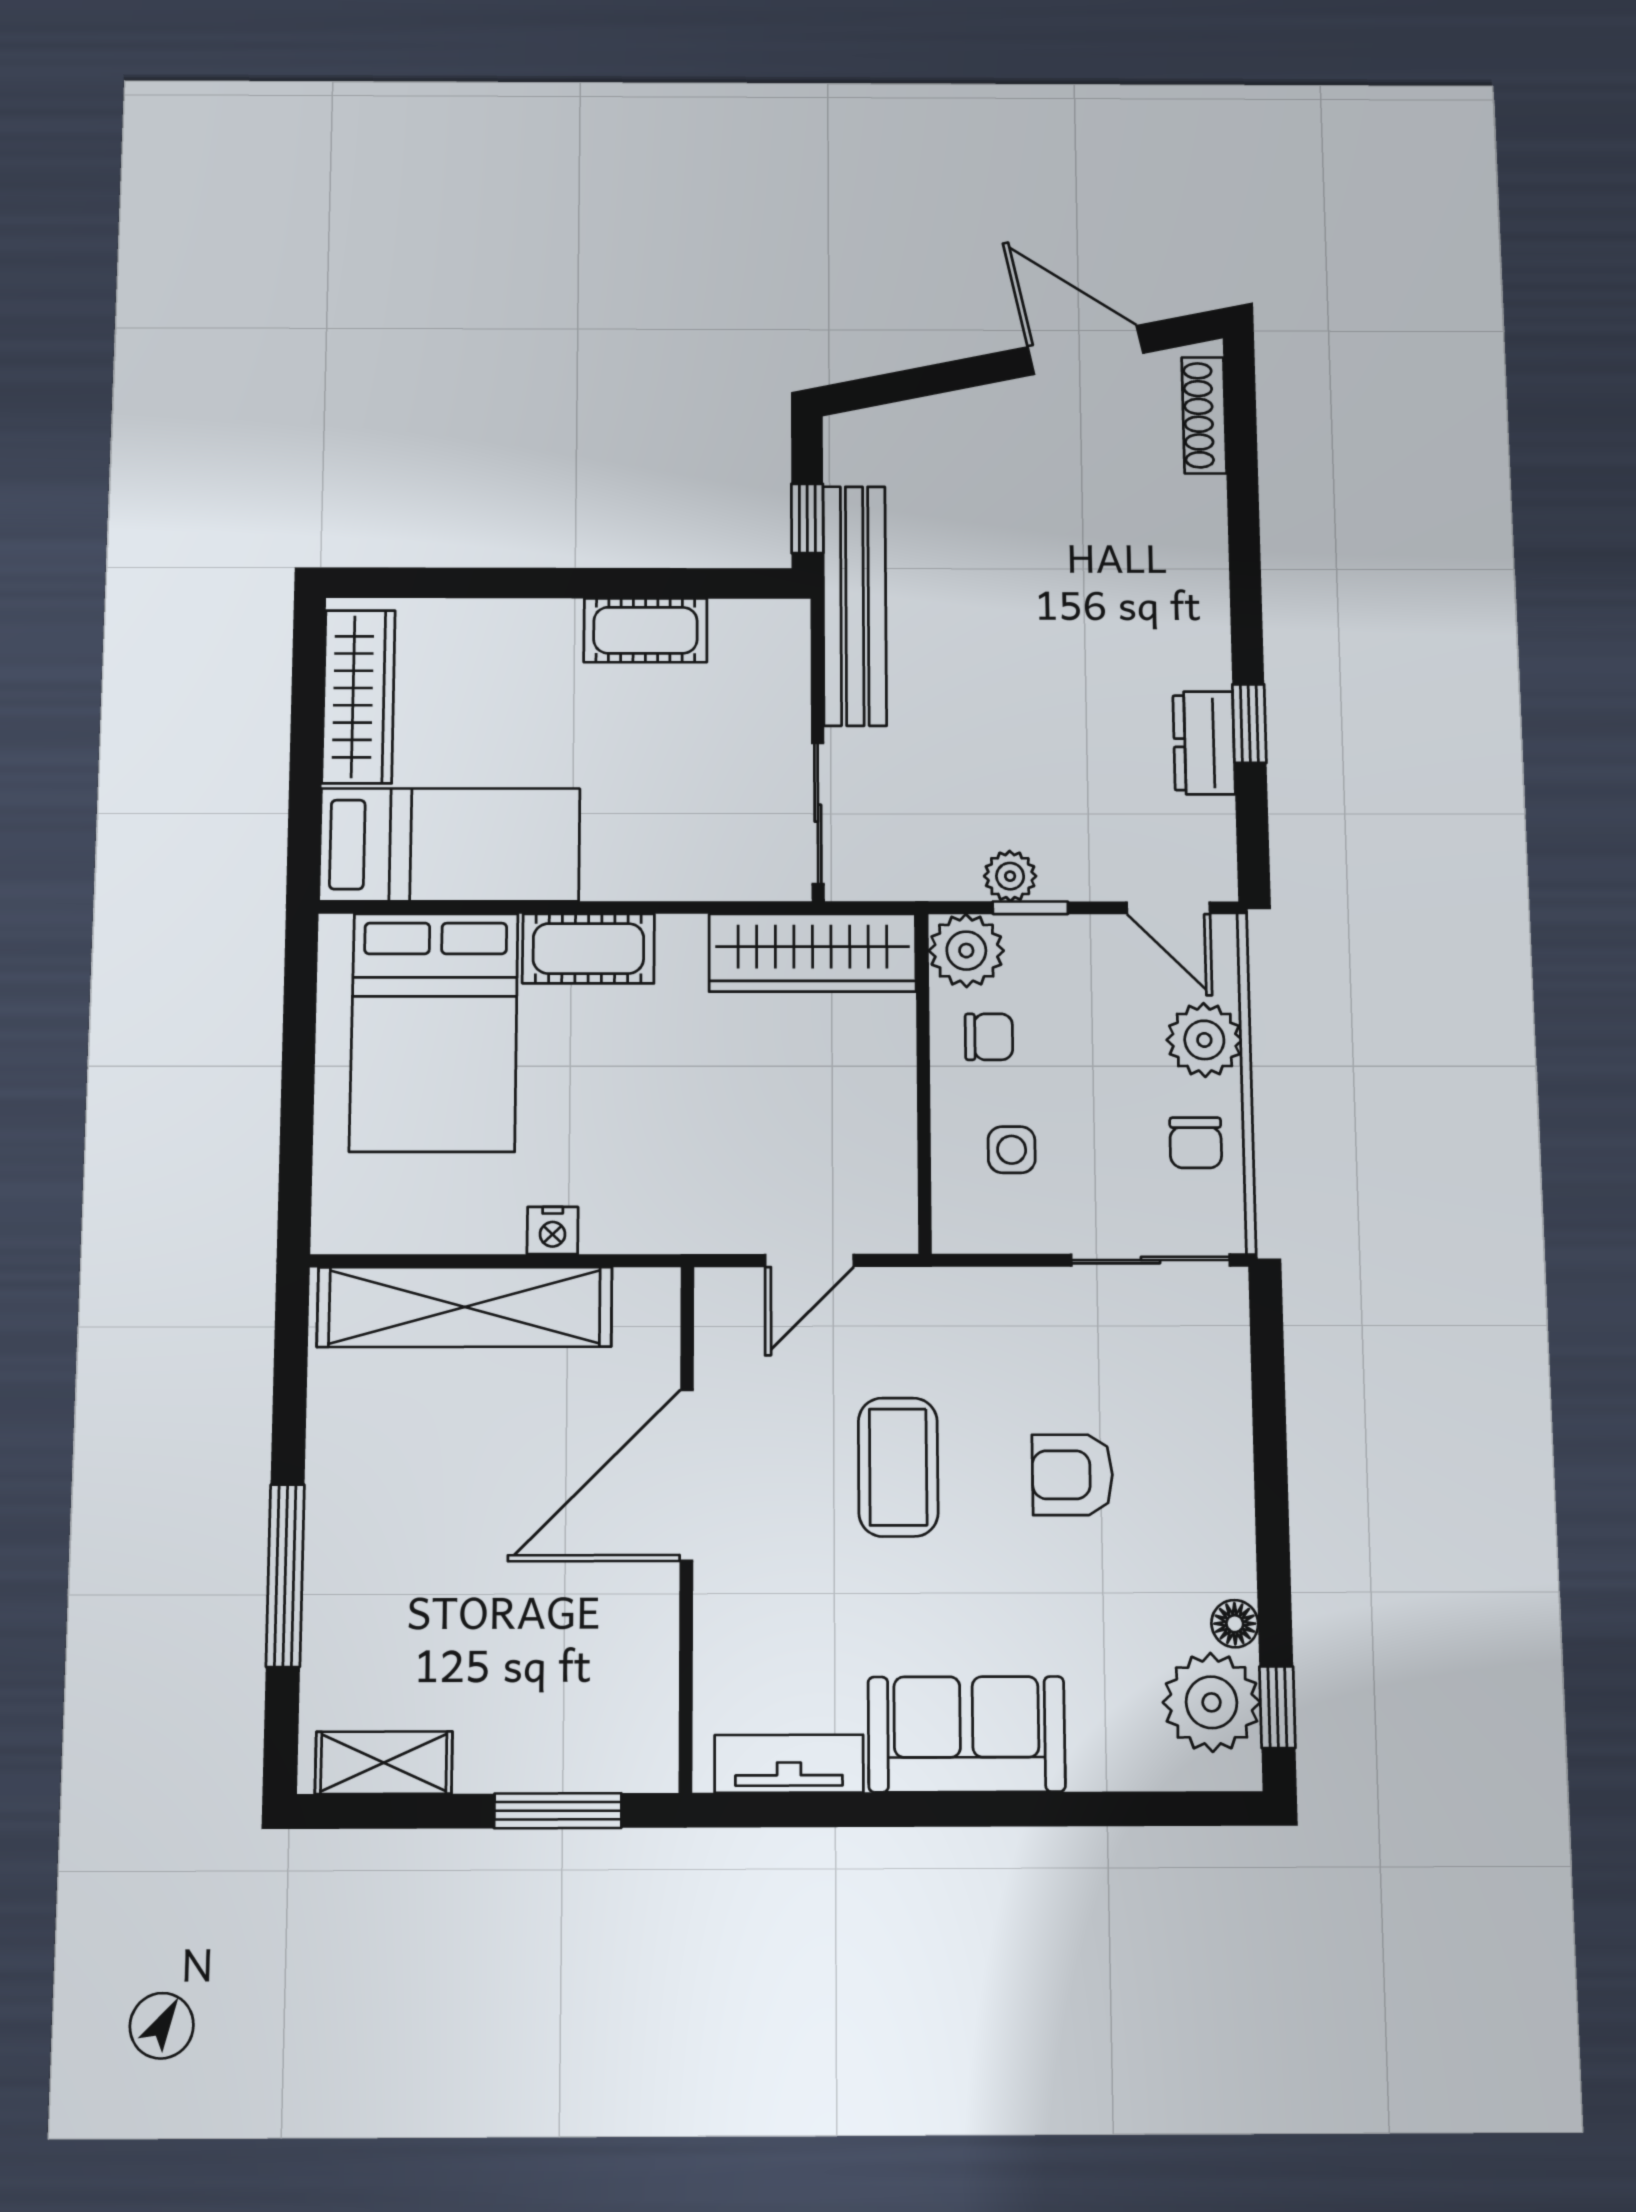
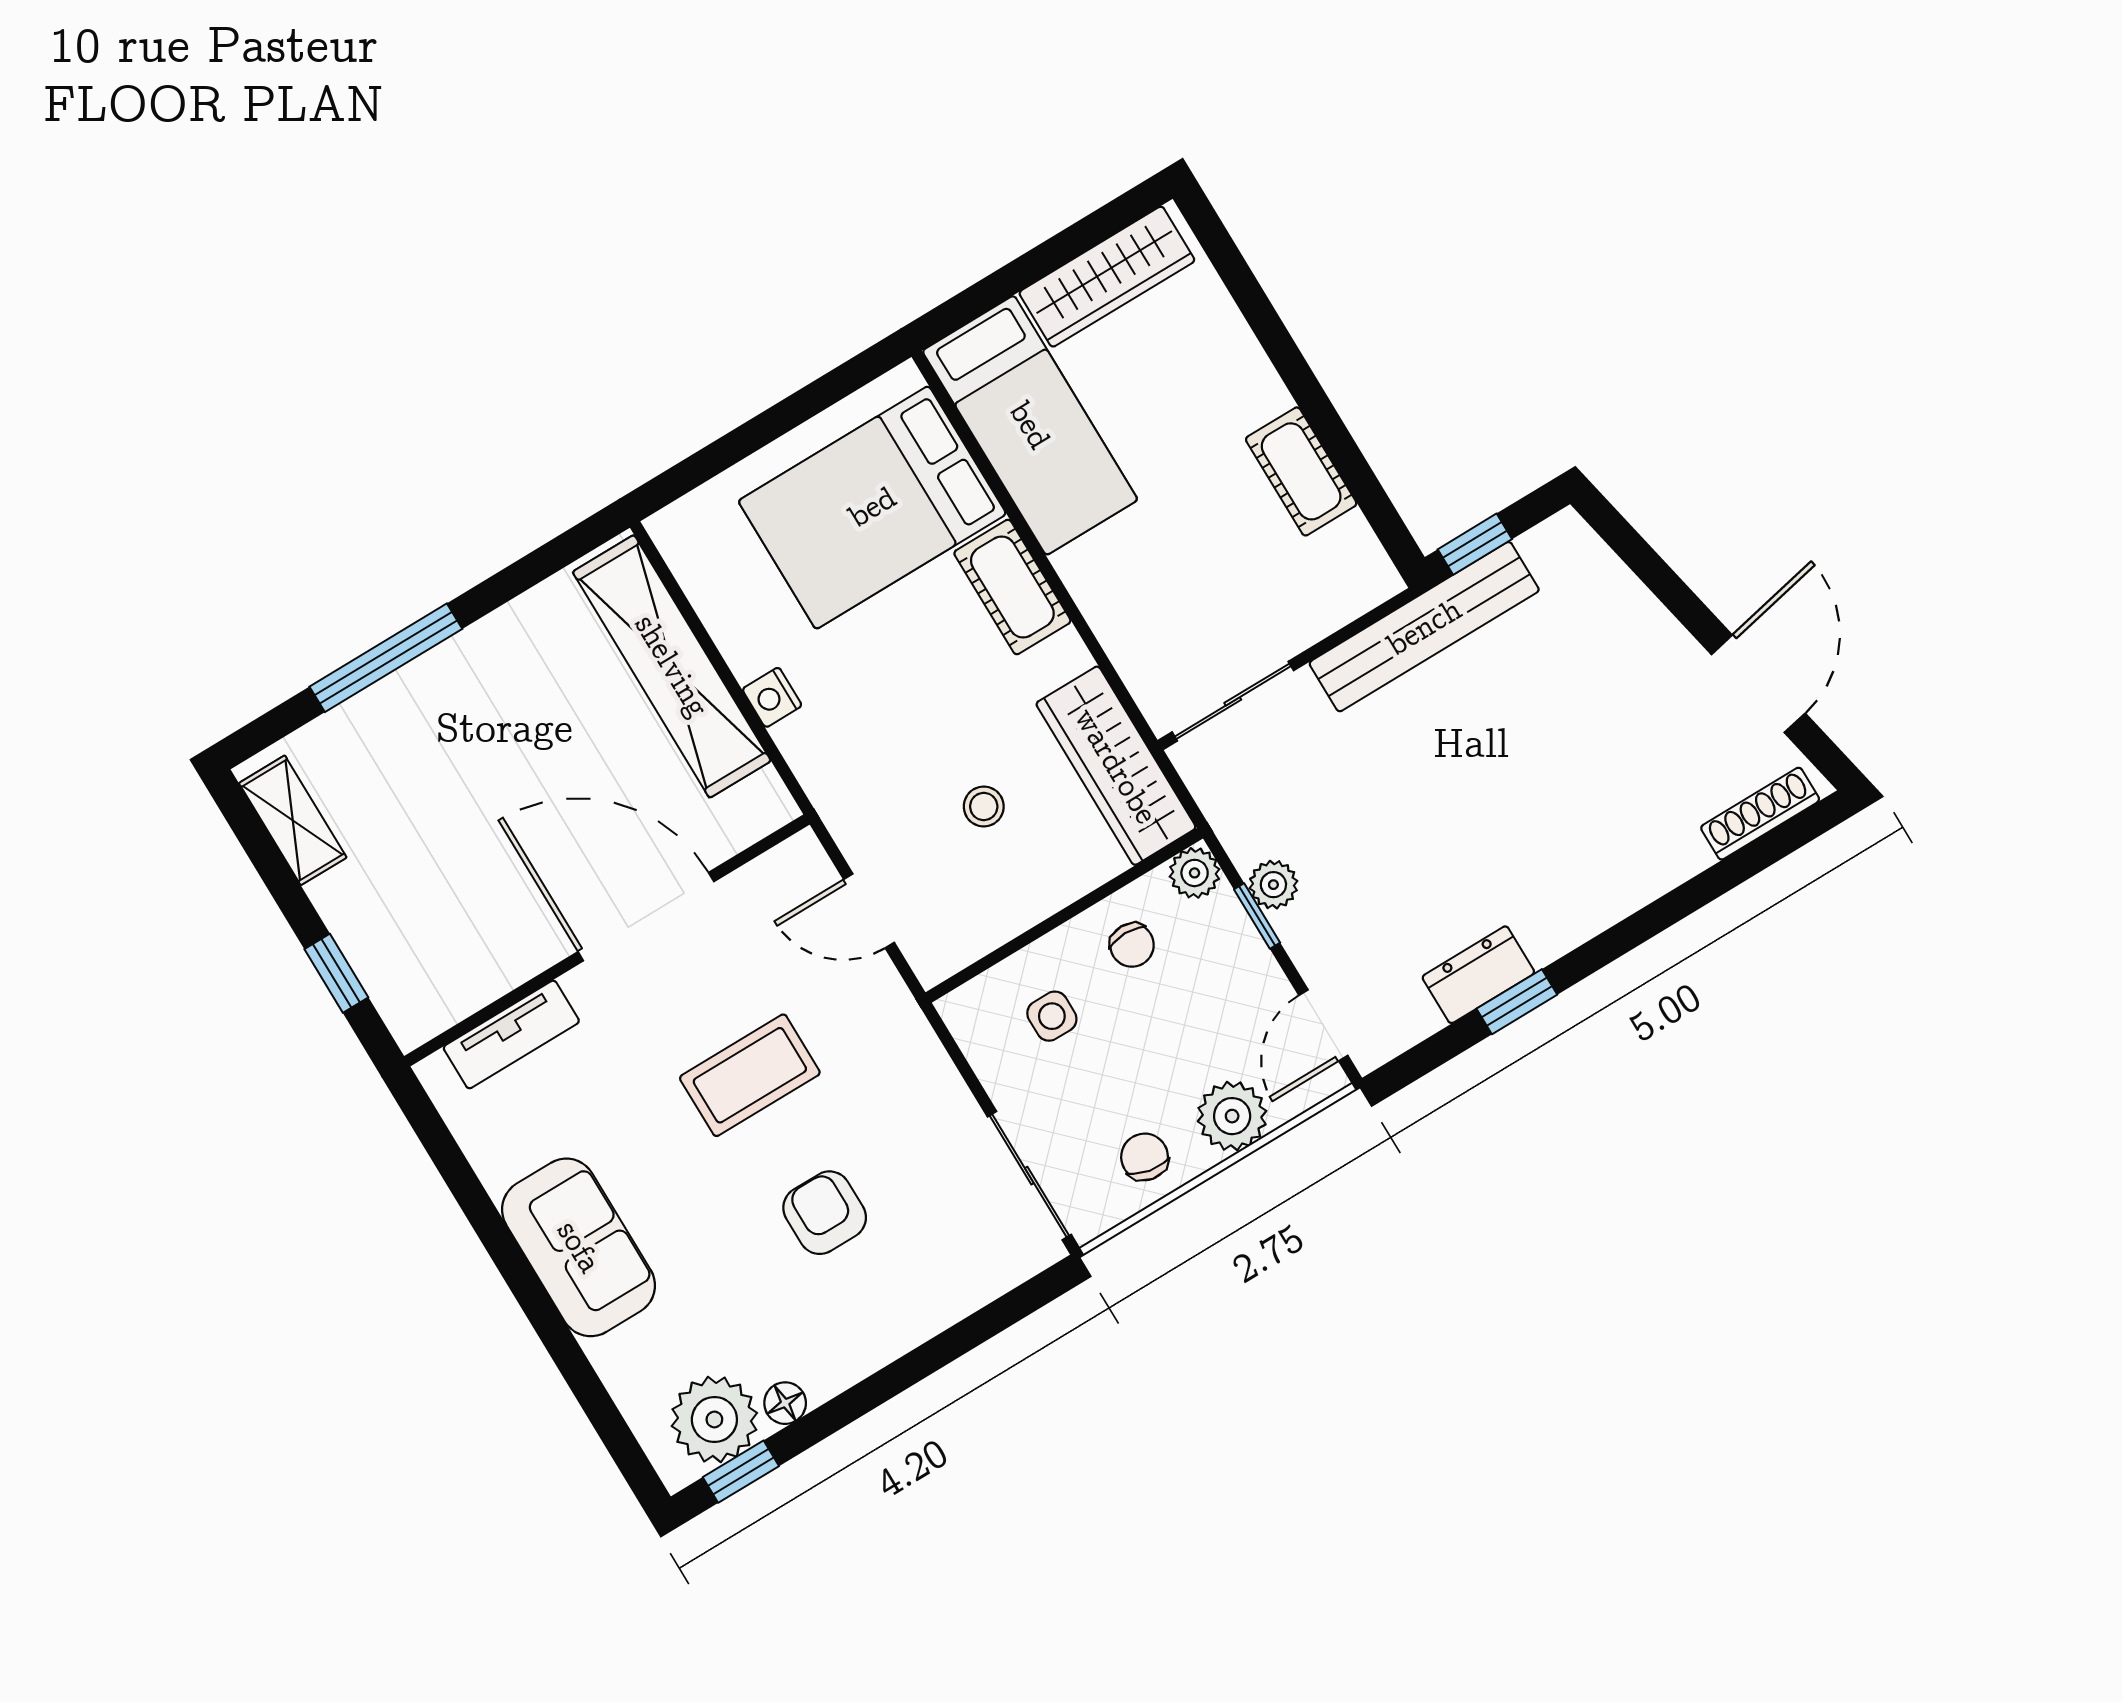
plant: (966, 951) -> (1195, 873), width x0.73, depth x0.73
stool: (776, 1096) -> (984, 806), added
chair: (1196, 1143) -> (1145, 1157), turned 101
tv unit: (789, 1764) -> (511, 1034), moved, turned 90
window: (558, 1811) -> (336, 973), width x0.67

